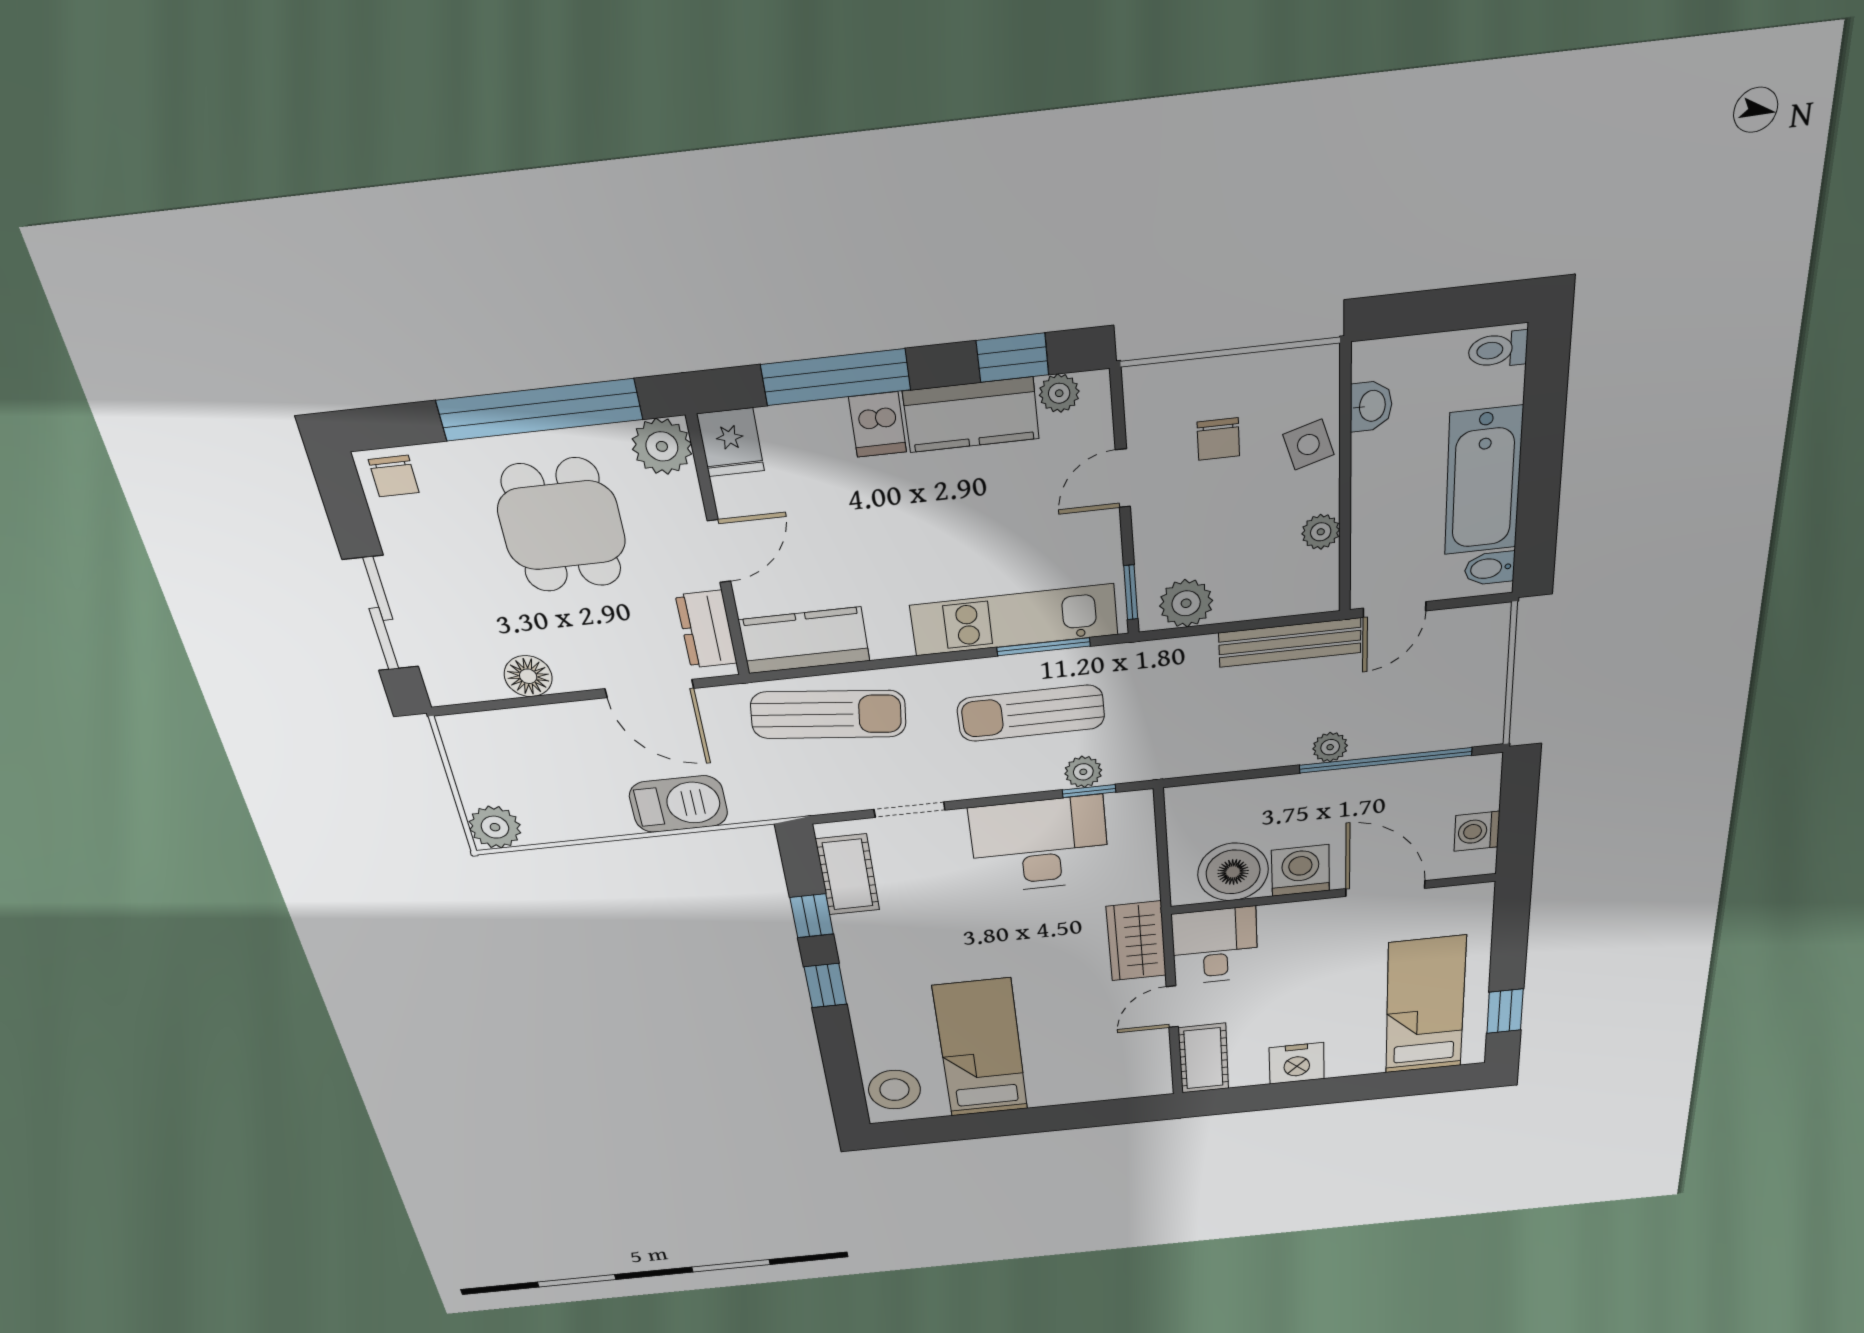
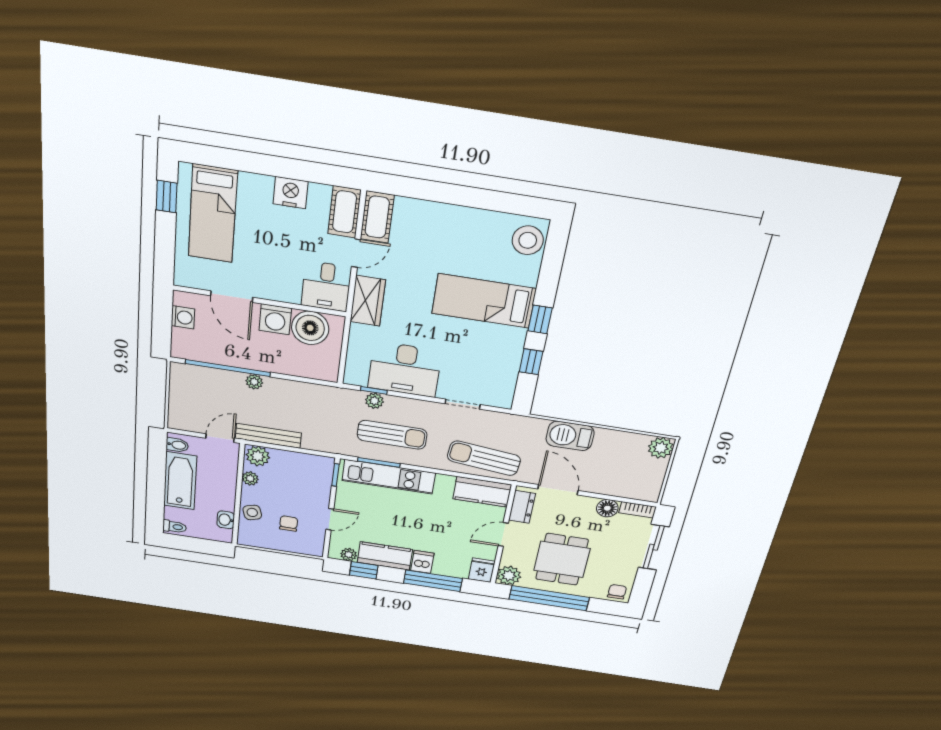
plant: (1186, 603) -> (258, 456), moved
bookcase: (465, 690) -> (638, 510), added
cot: (848, 875) -> (377, 217), moved
bed: (981, 1048) -> (484, 301), moved, turned 90

